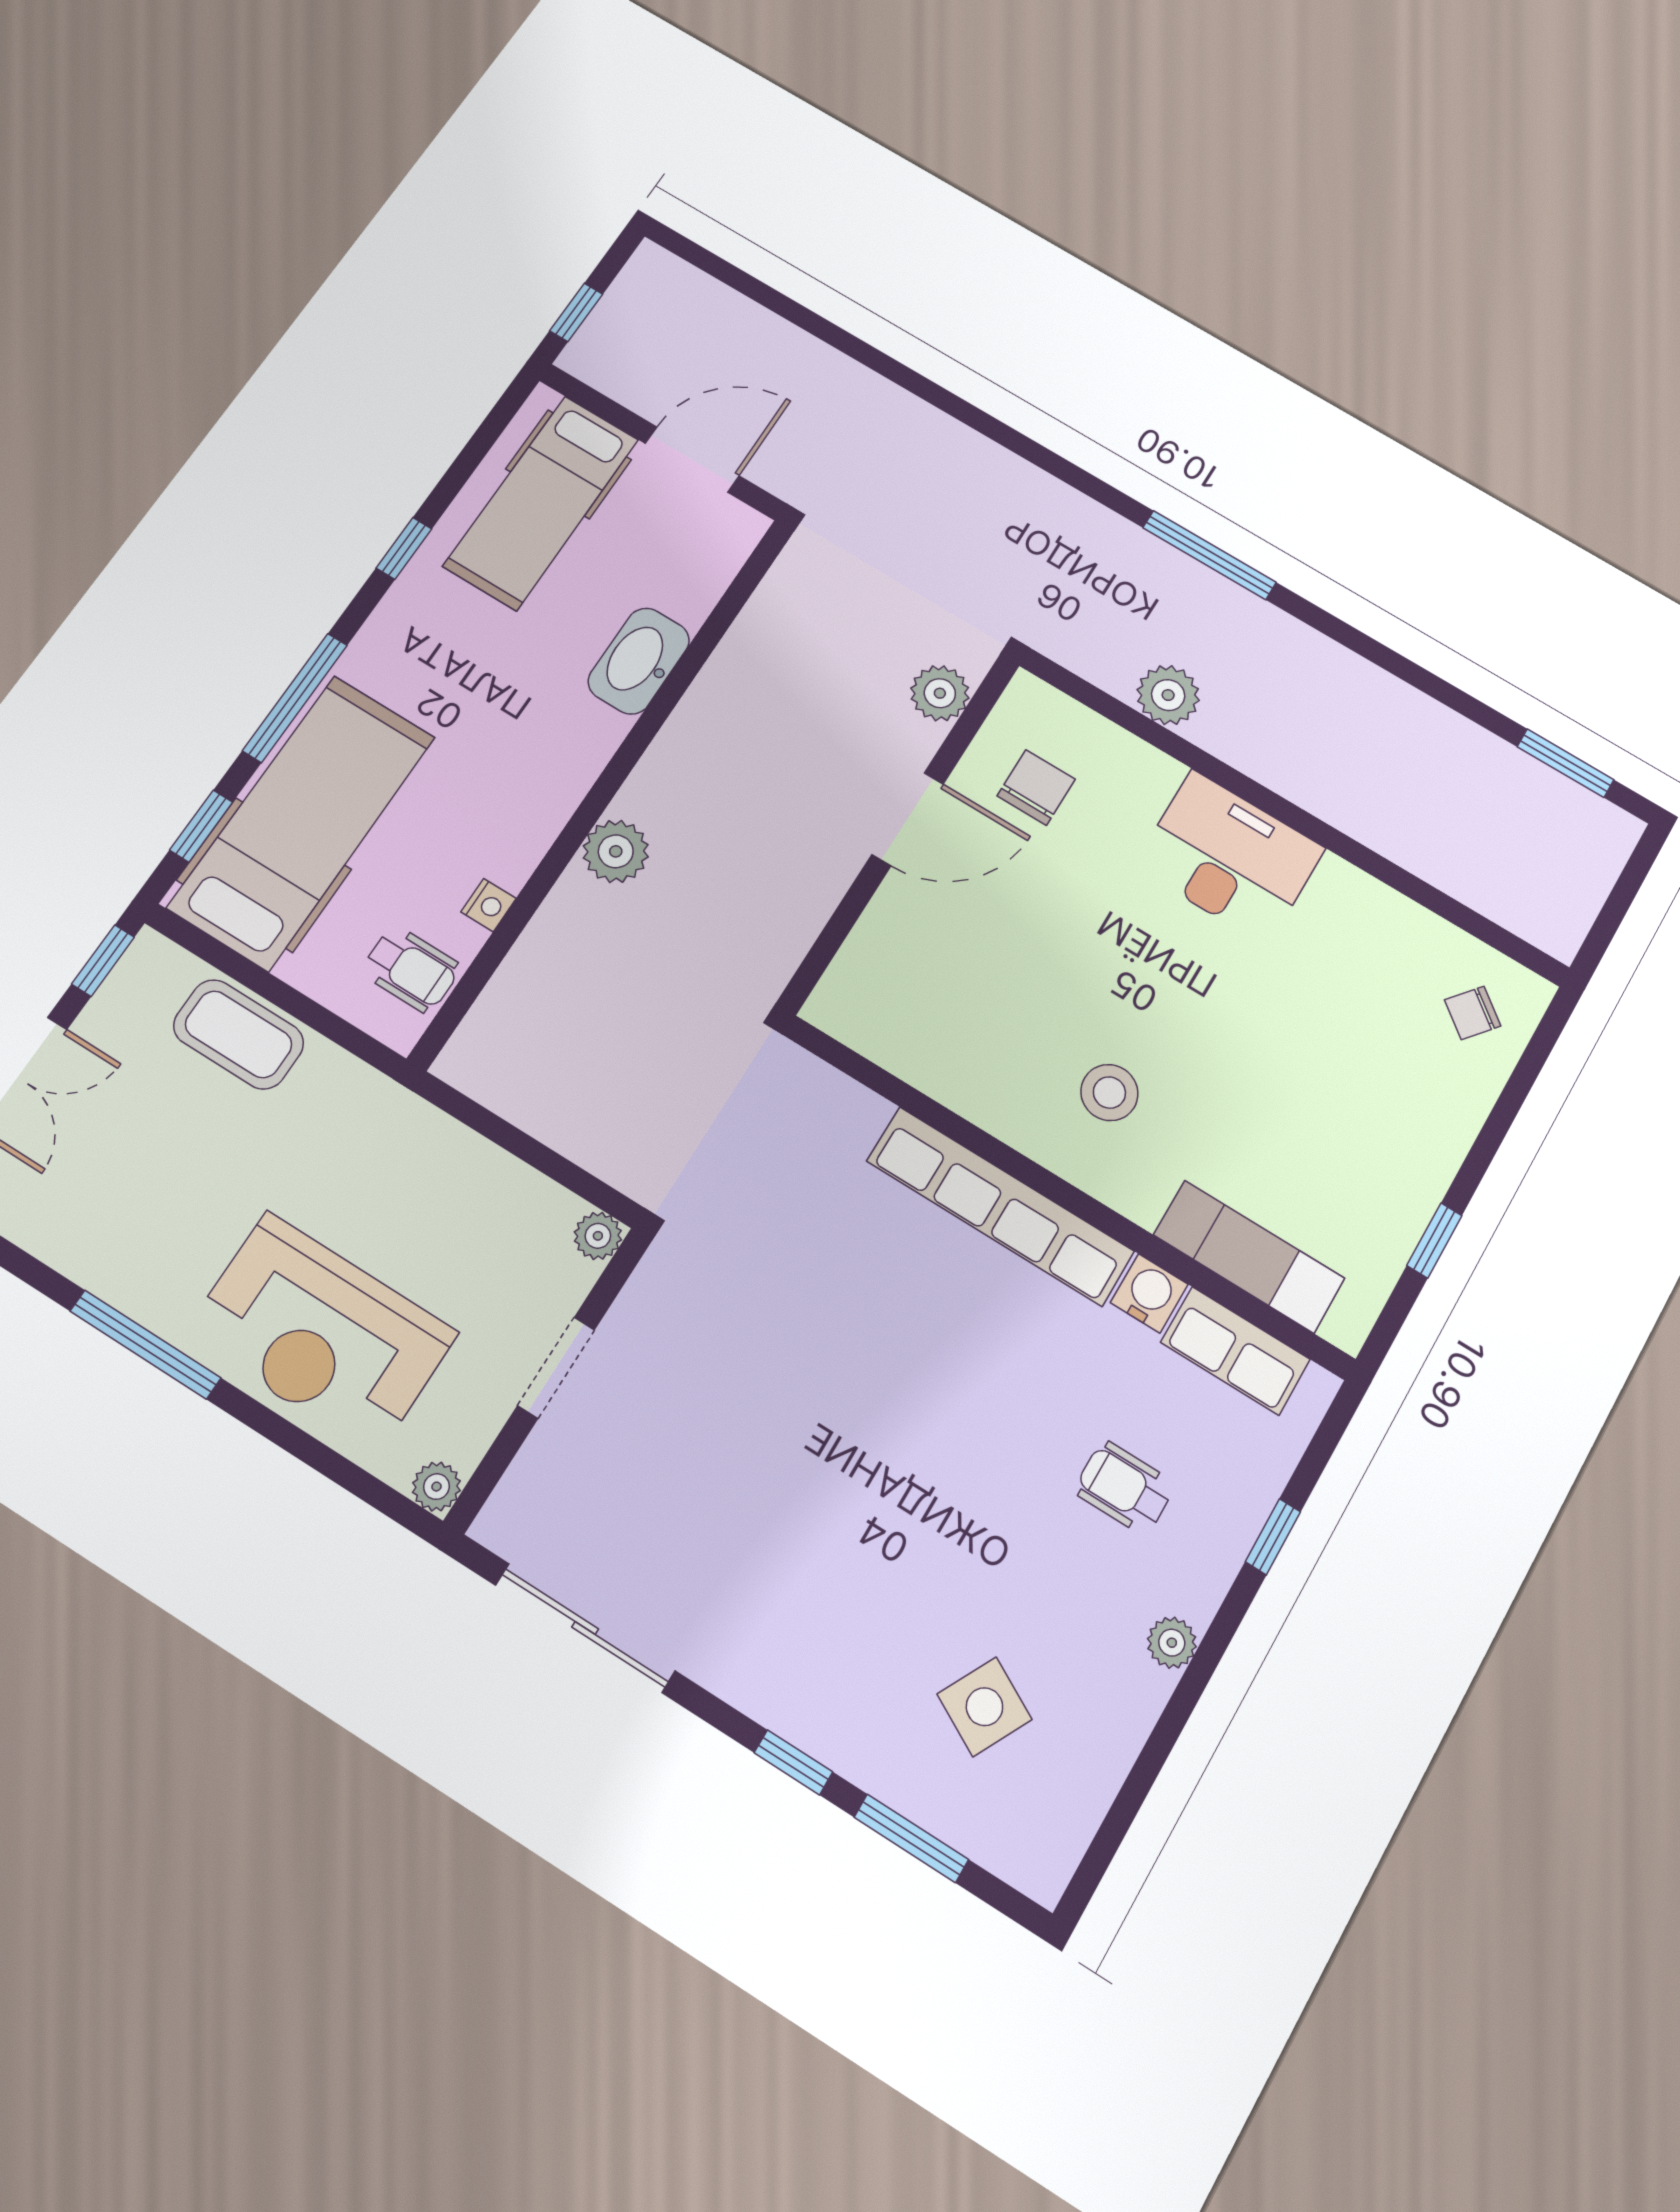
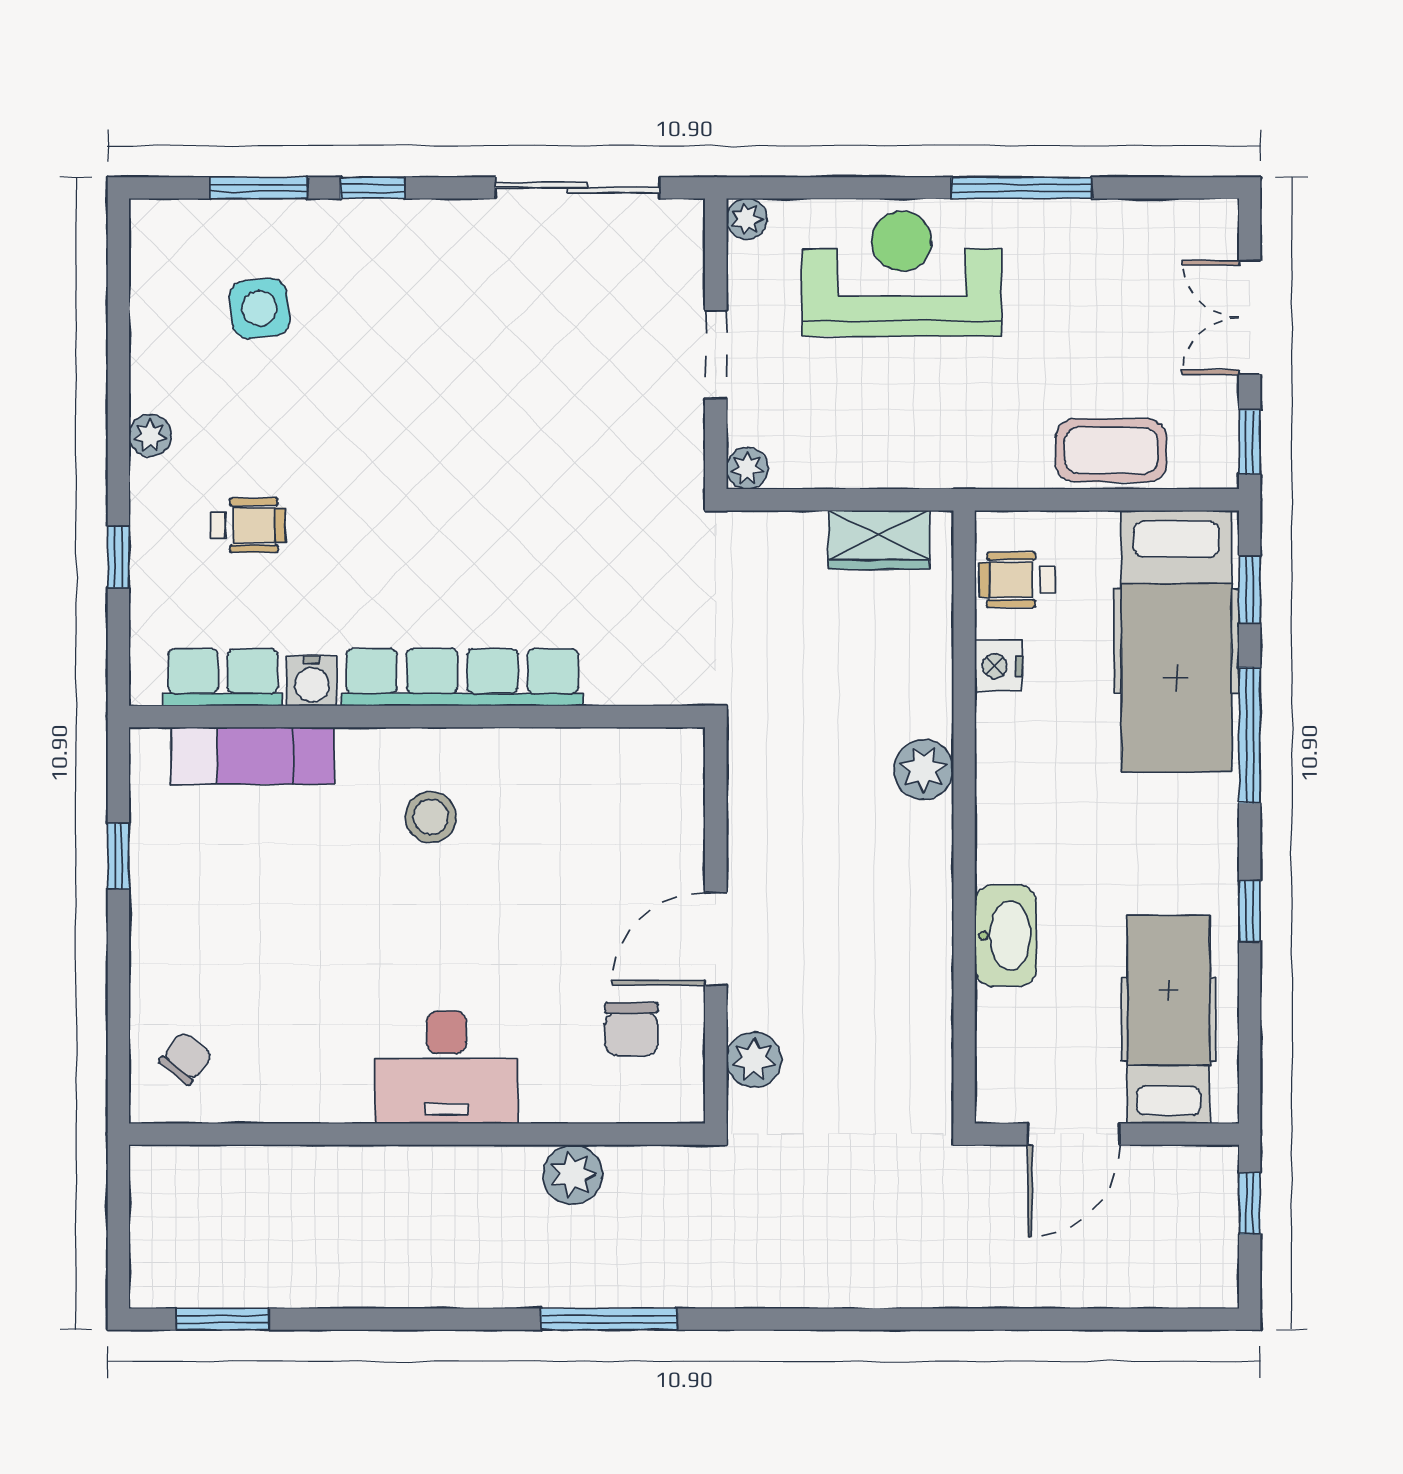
nightstand: (488, 905) -> (998, 666), width x1.39, depth x1.35
wardrobe: (516, 1088) -> (879, 540), added
side table: (984, 1707) -> (259, 308), turned -34

